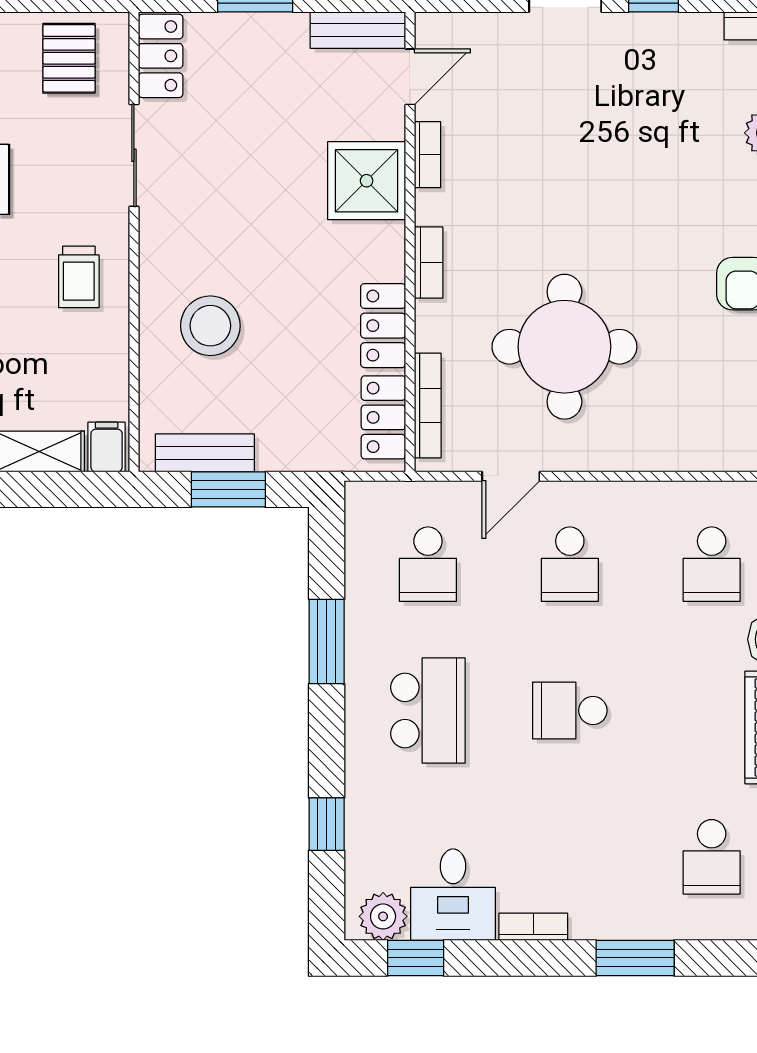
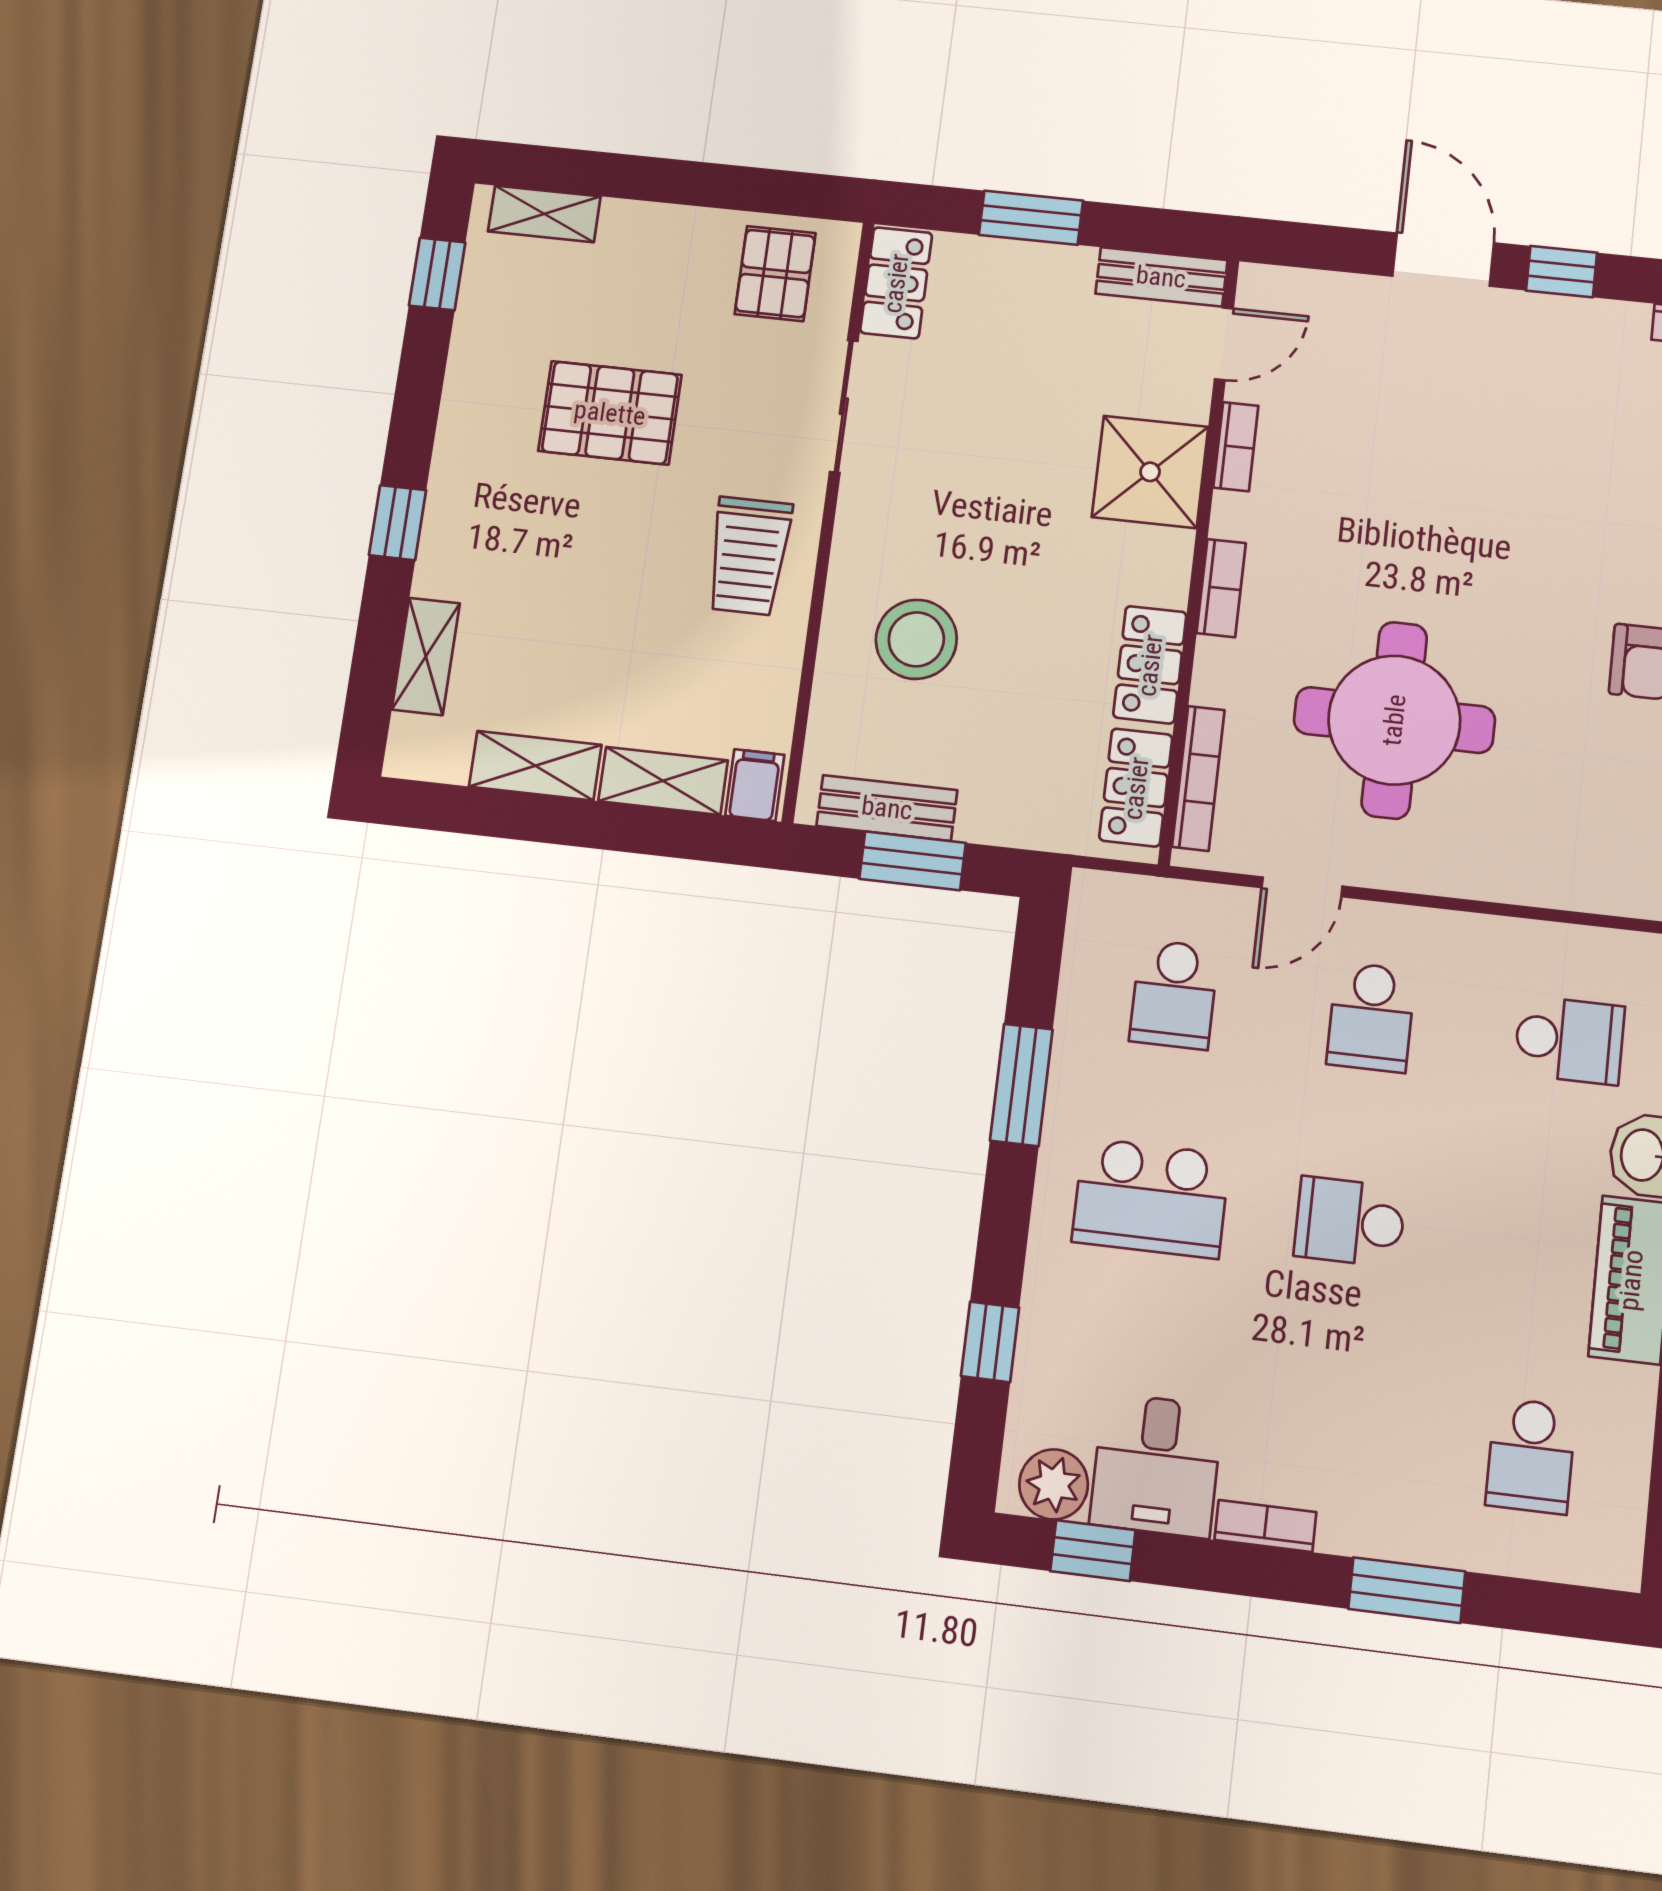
trolley: (79, 277) -> (749, 556), width x1.36, depth x1.39
school desk: (712, 564) -> (1569, 1040), turned -90
school desk: (428, 711) -> (1151, 1198), turned 90

